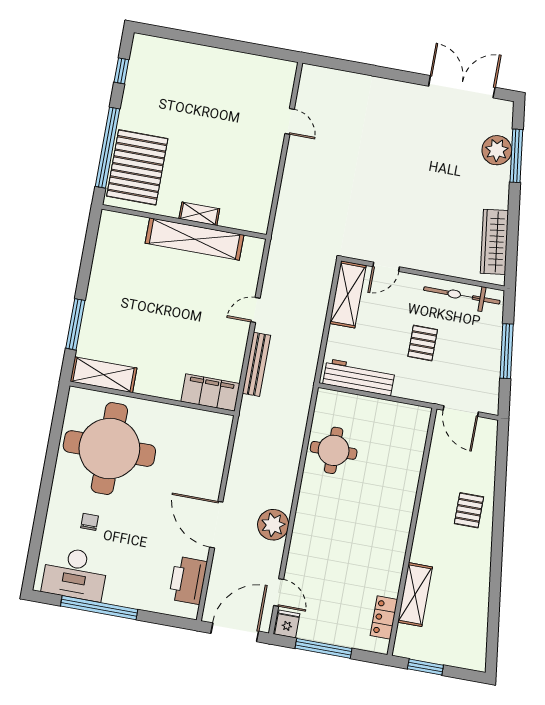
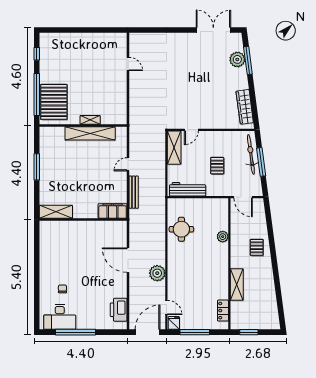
bicycle: (462, 295) -> (251, 154), moved, turned 83
window: (75, 324) -> (37, 167), moved
round table: (109, 449) -> (66, 249), removed
plant: (409, 478) -> (223, 237), added
door: (216, 525) -> (128, 260), moved
shelving: (415, 595) -> (237, 285), moved

